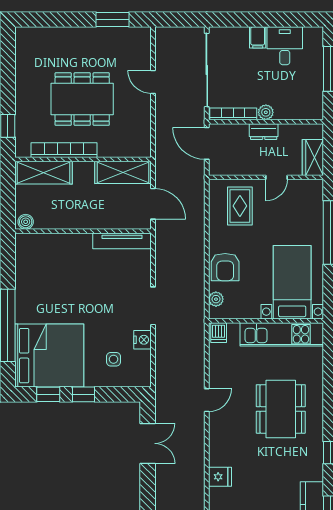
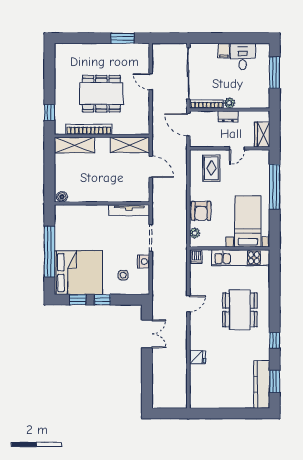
boiler: (26, 222) -> (62, 197), moved
wall: (83, 231) -> (102, 203), moved
tv unit: (122, 241) -> (129, 210), moved

